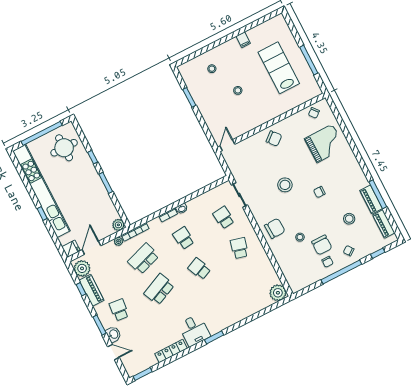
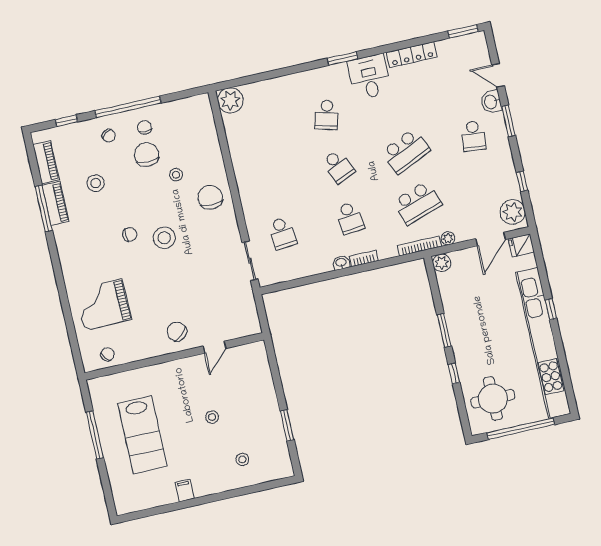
door: (227, 145) -> (215, 347), moved
stool: (285, 185) -> (164, 238), moved
chair: (275, 228) -> (210, 197), turned 92
school desk: (239, 248) -> (327, 115), moved
piano: (92, 290) -> (507, 176), removed

